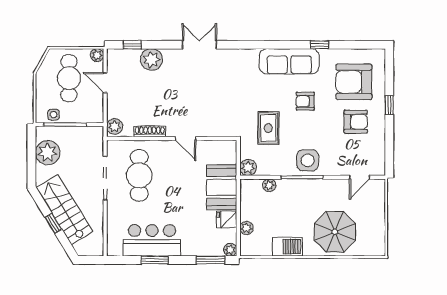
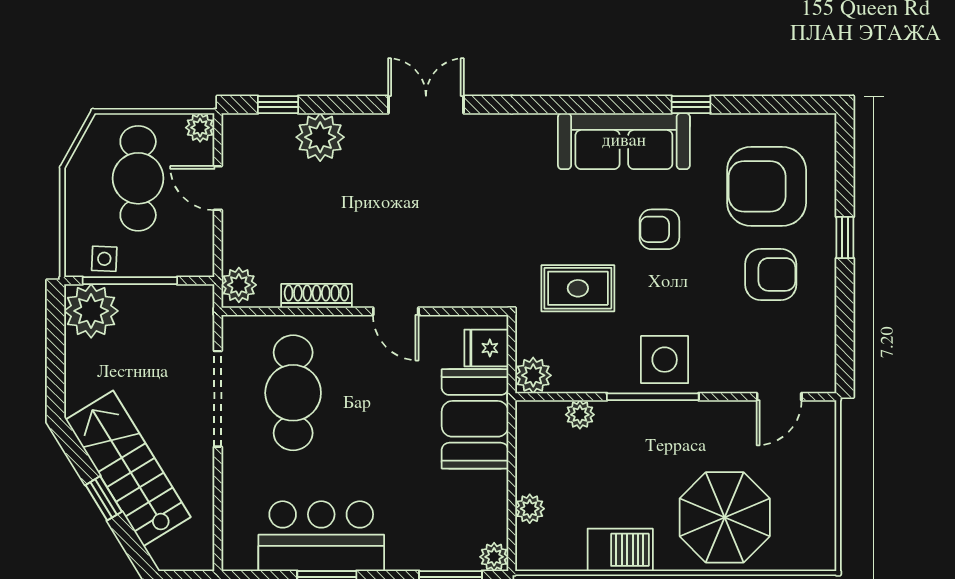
rug: (268, 128) -> (578, 288), turned 90
plant: (48, 153) -> (91, 311), moved
fridge: (227, 219) -> (486, 348), moved

